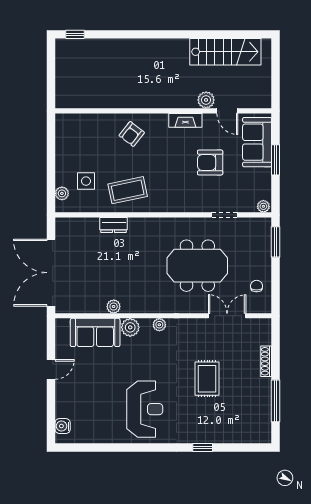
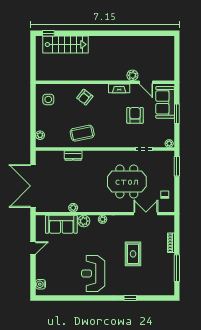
stairs: (225, 52) -> (66, 44), moved
armchair: (210, 163) -> (135, 115), turned 90
side table: (86, 181) -> (48, 99), moved
reception desk: (145, 409) -> (93, 273), turned 180

